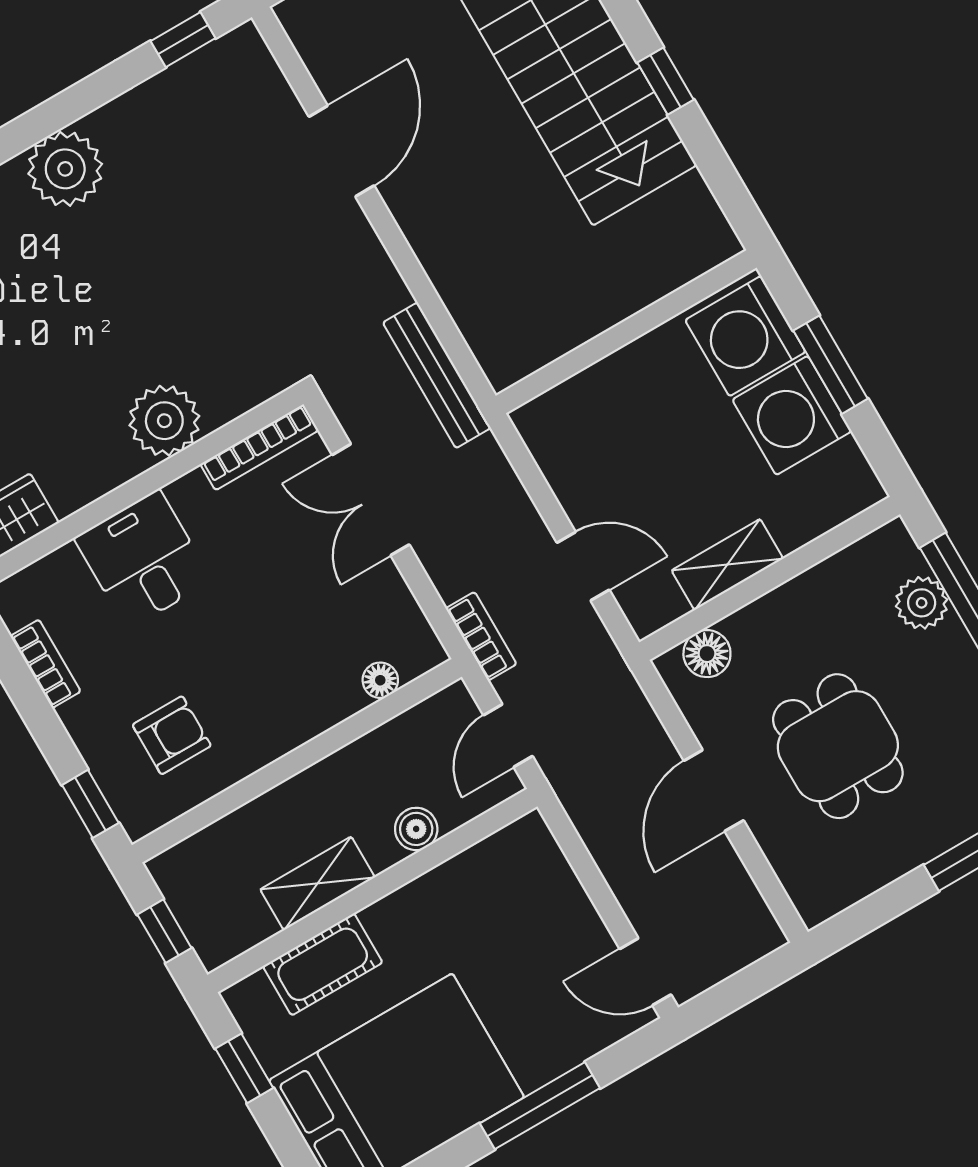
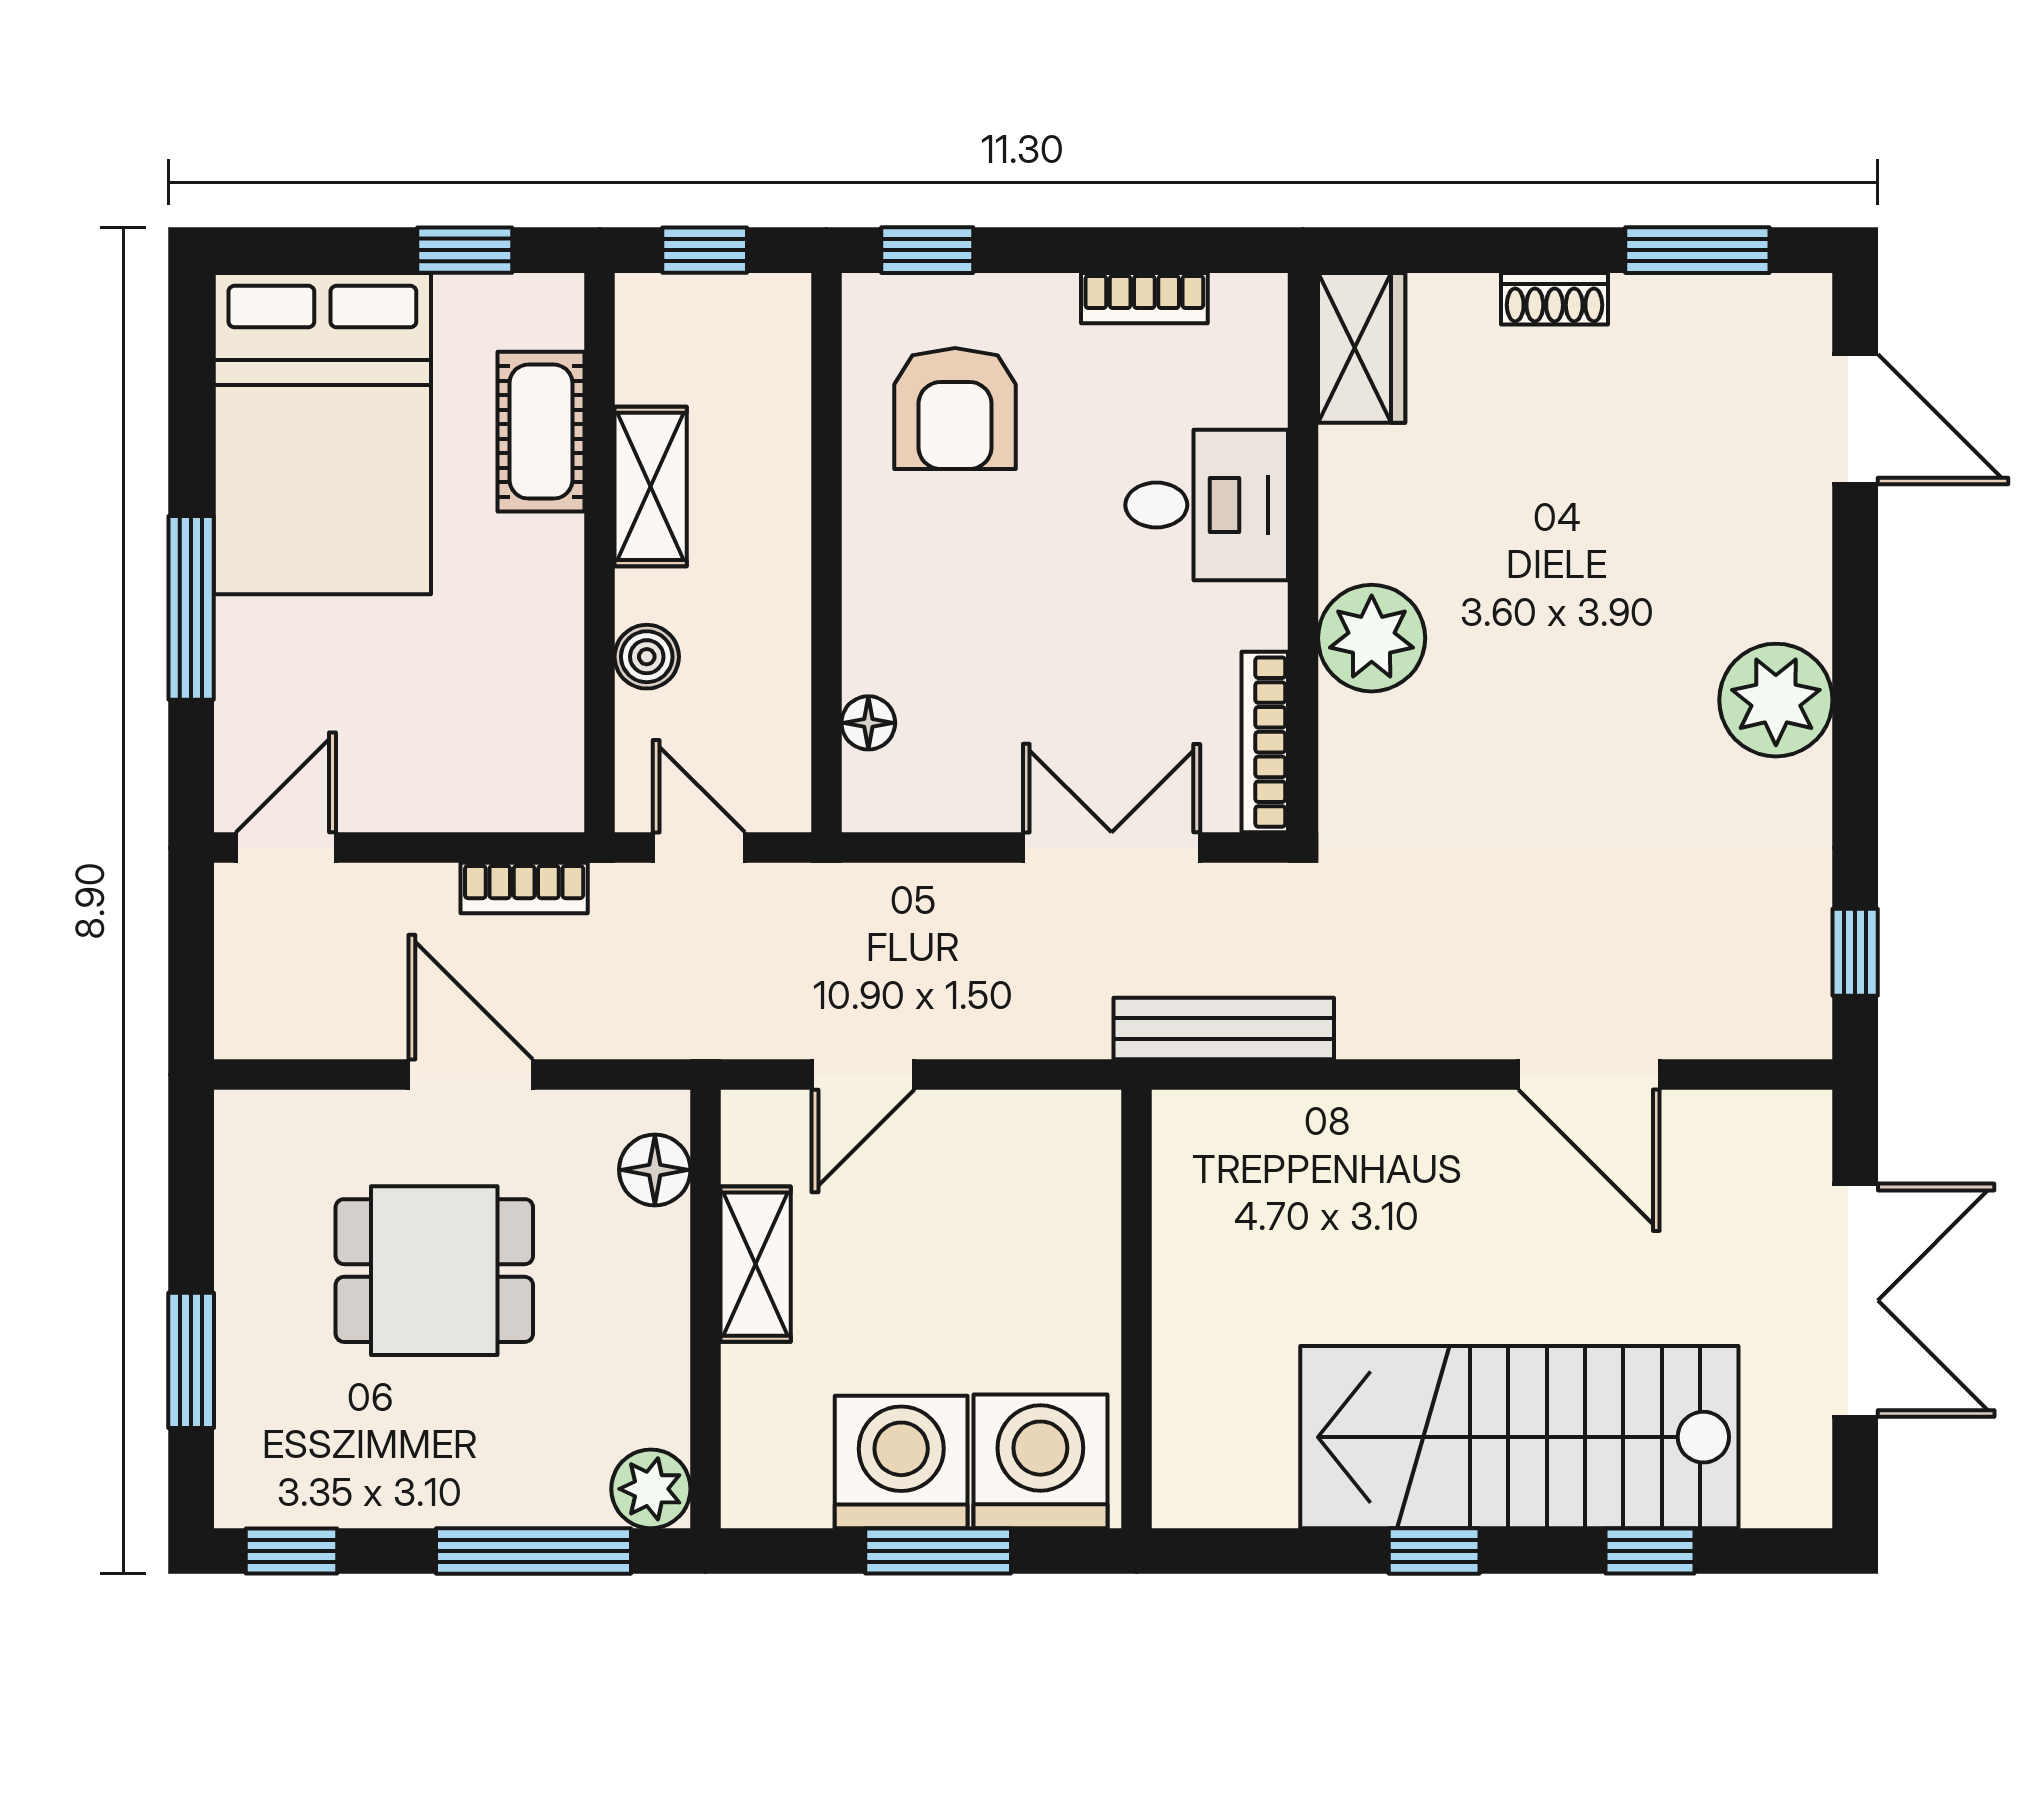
plant: (922, 603) -> (651, 1489), moved
bookcase: (481, 636) -> (524, 888), moved
armchair: (172, 735) -> (955, 409), width x1.38, depth x1.38

